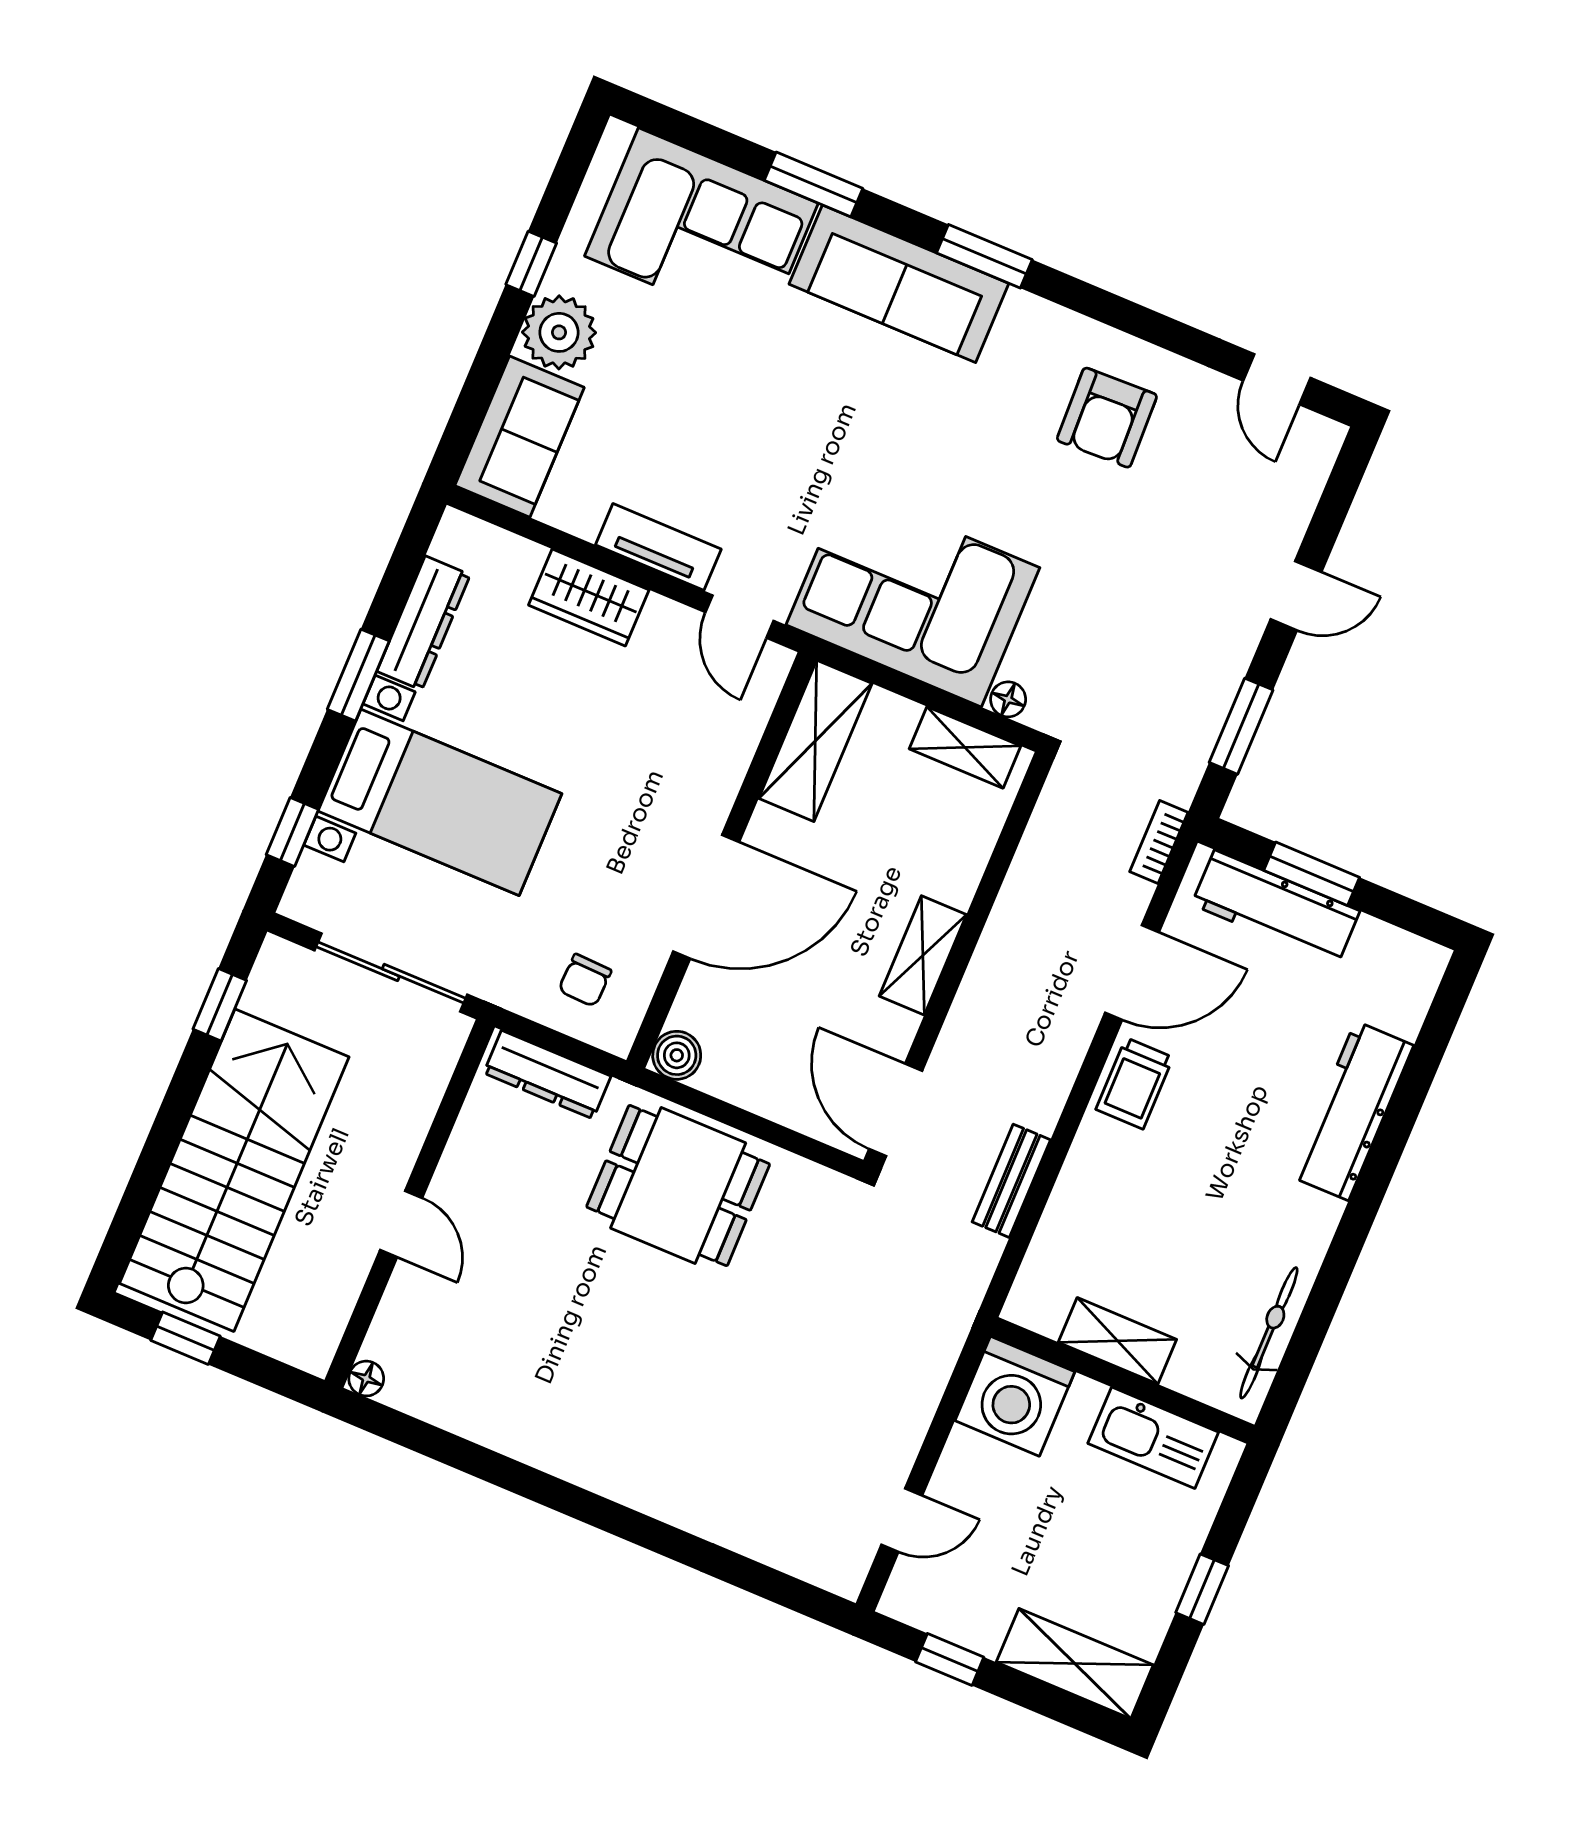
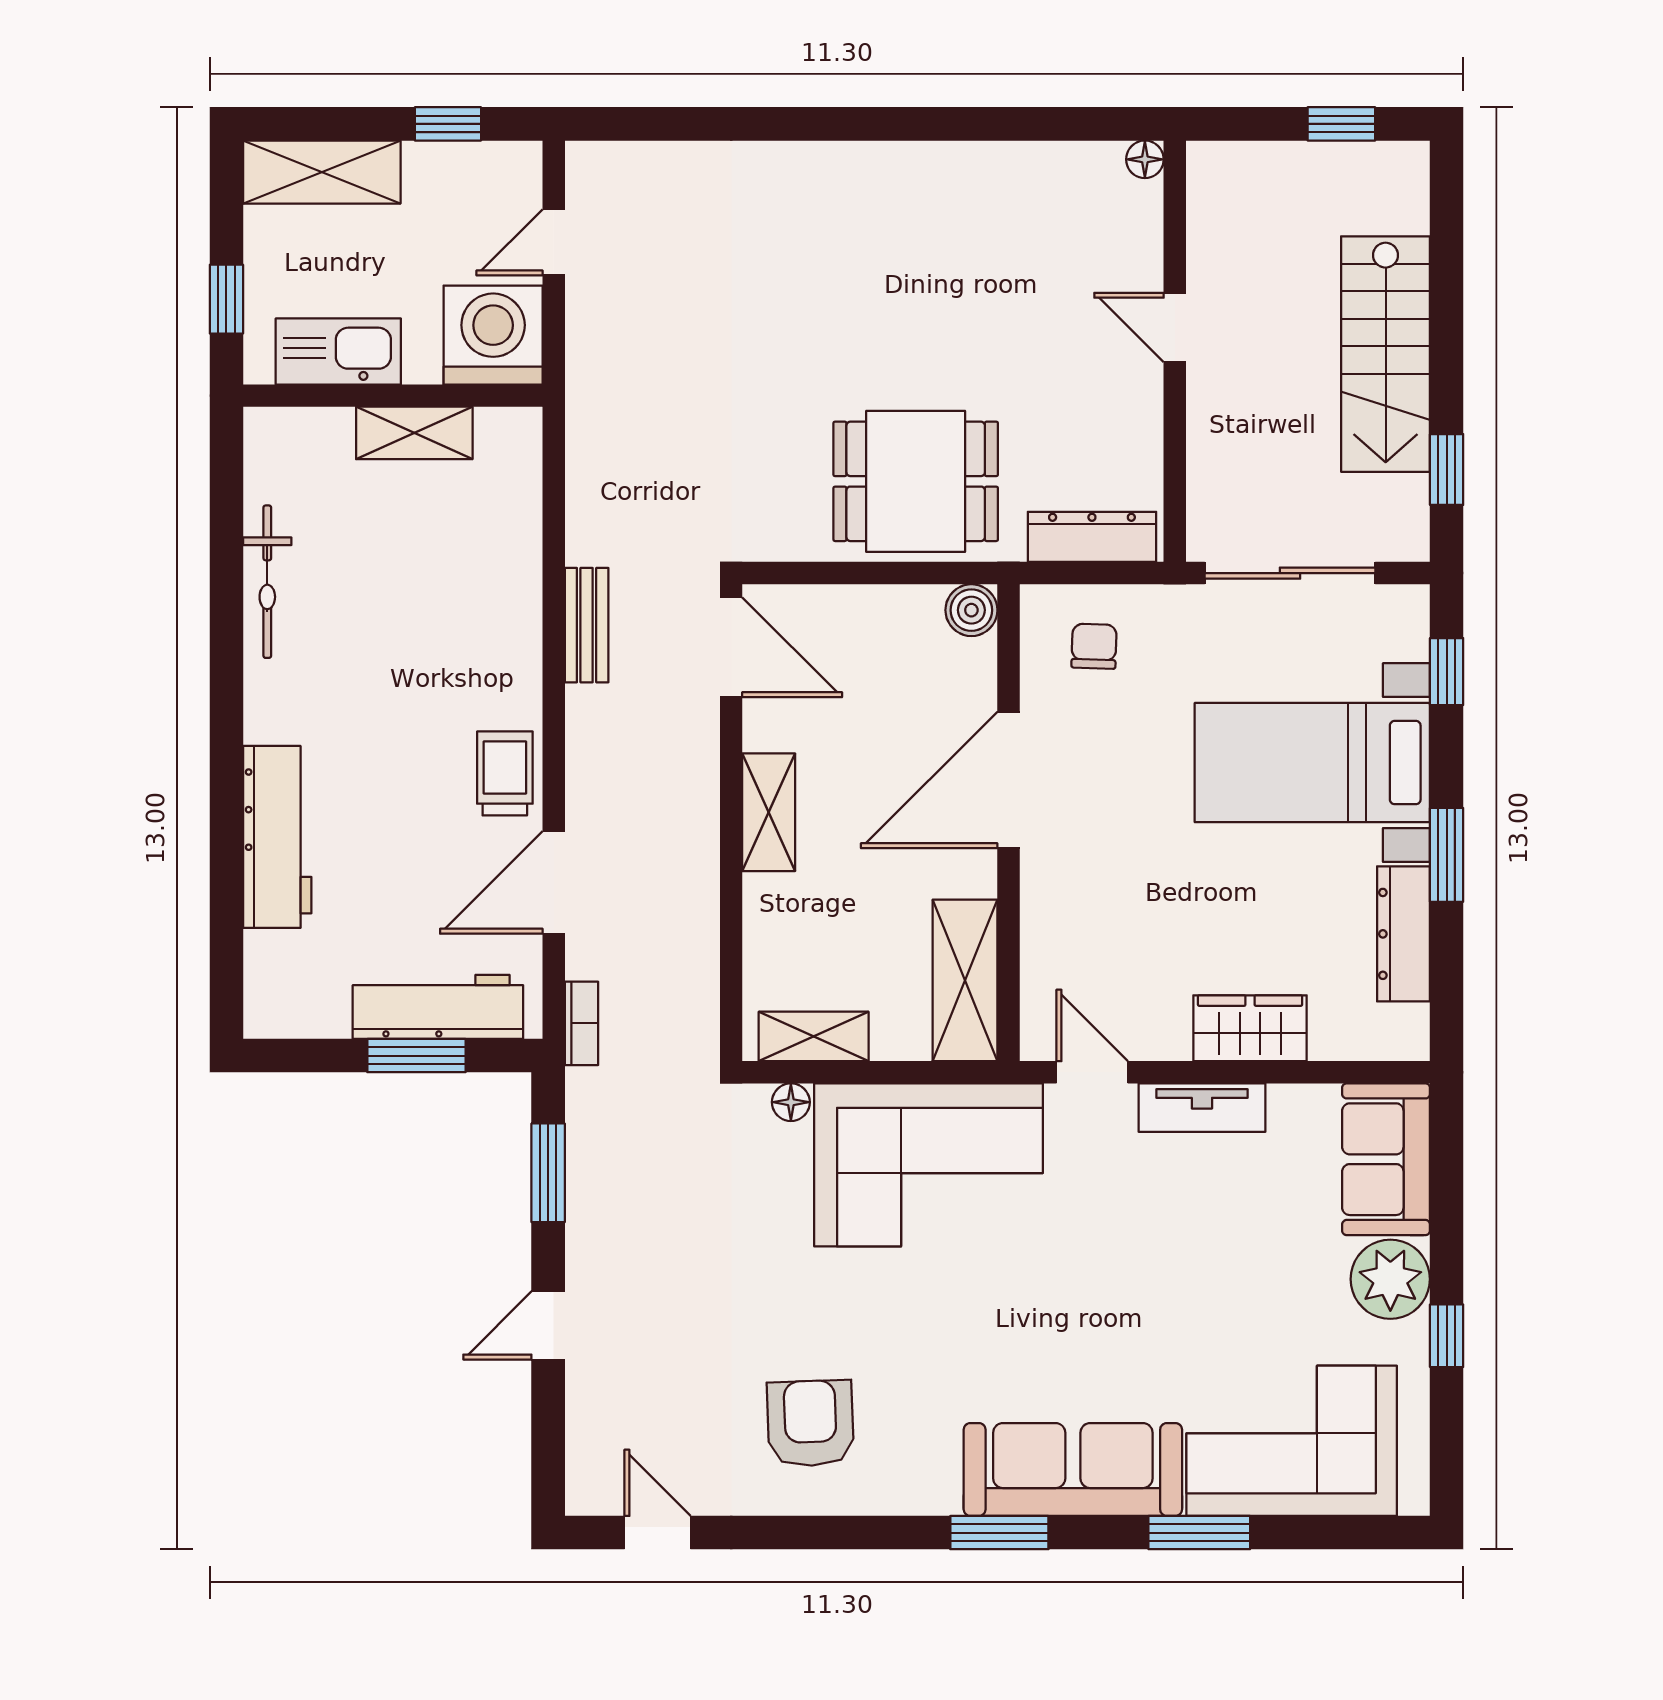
stairs: (234, 1170) -> (1386, 354), width x0.73, depth x0.66
shelving: (1117, 1341) -> (414, 433), moved
wall: (1122, 1380) -> (393, 396), moved
washing machine: (1015, 1396) -> (493, 335), moved
kitchen sink: (1153, 1438) -> (338, 352), moved

